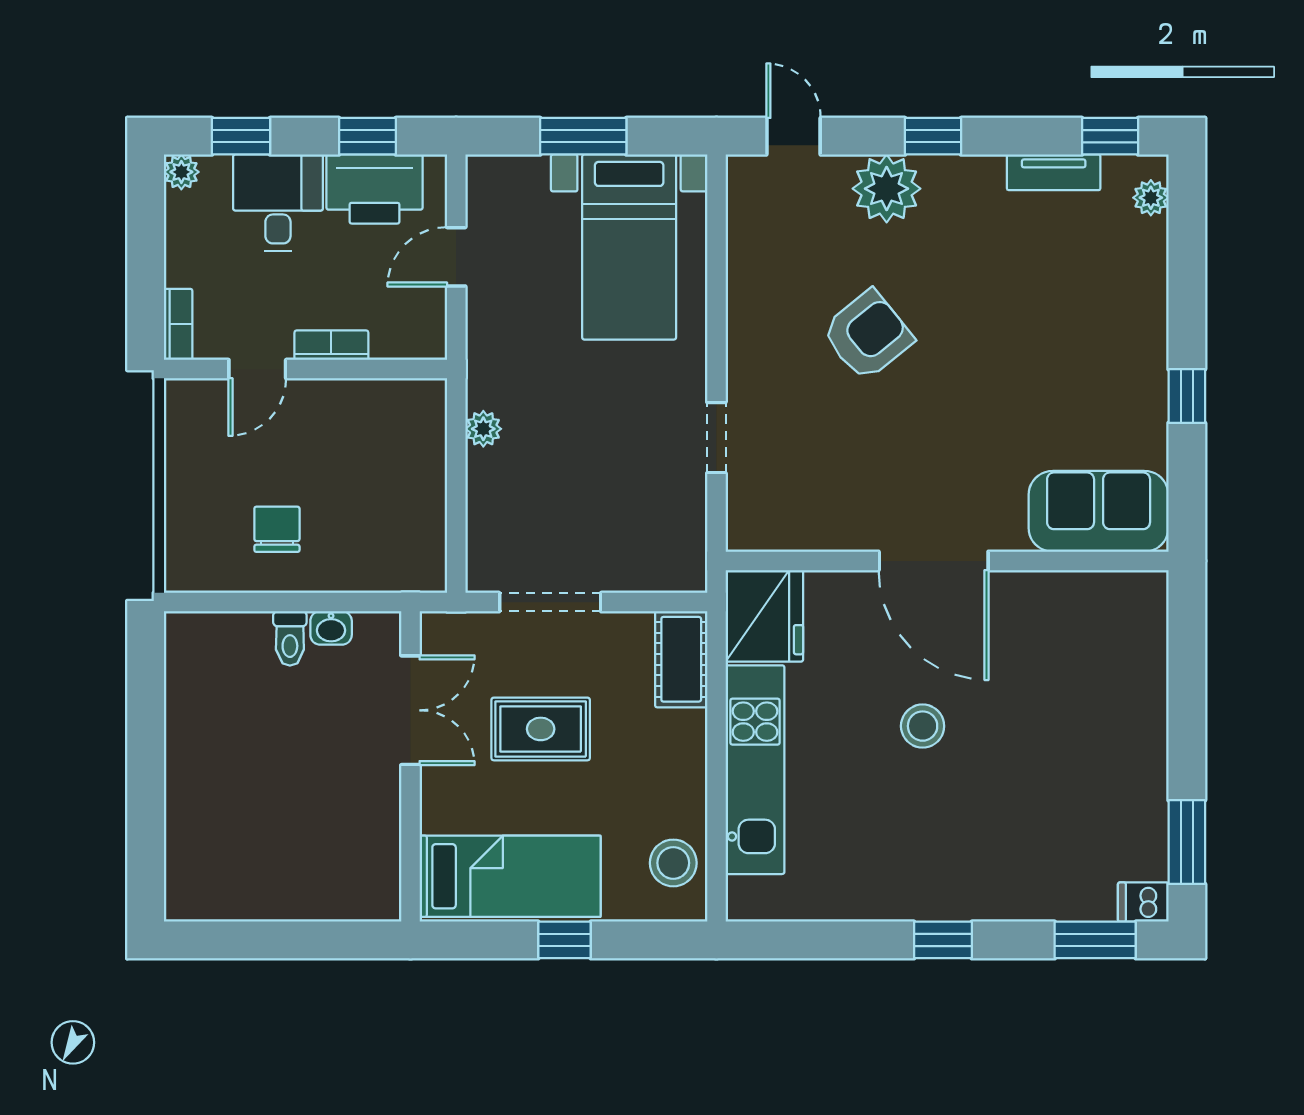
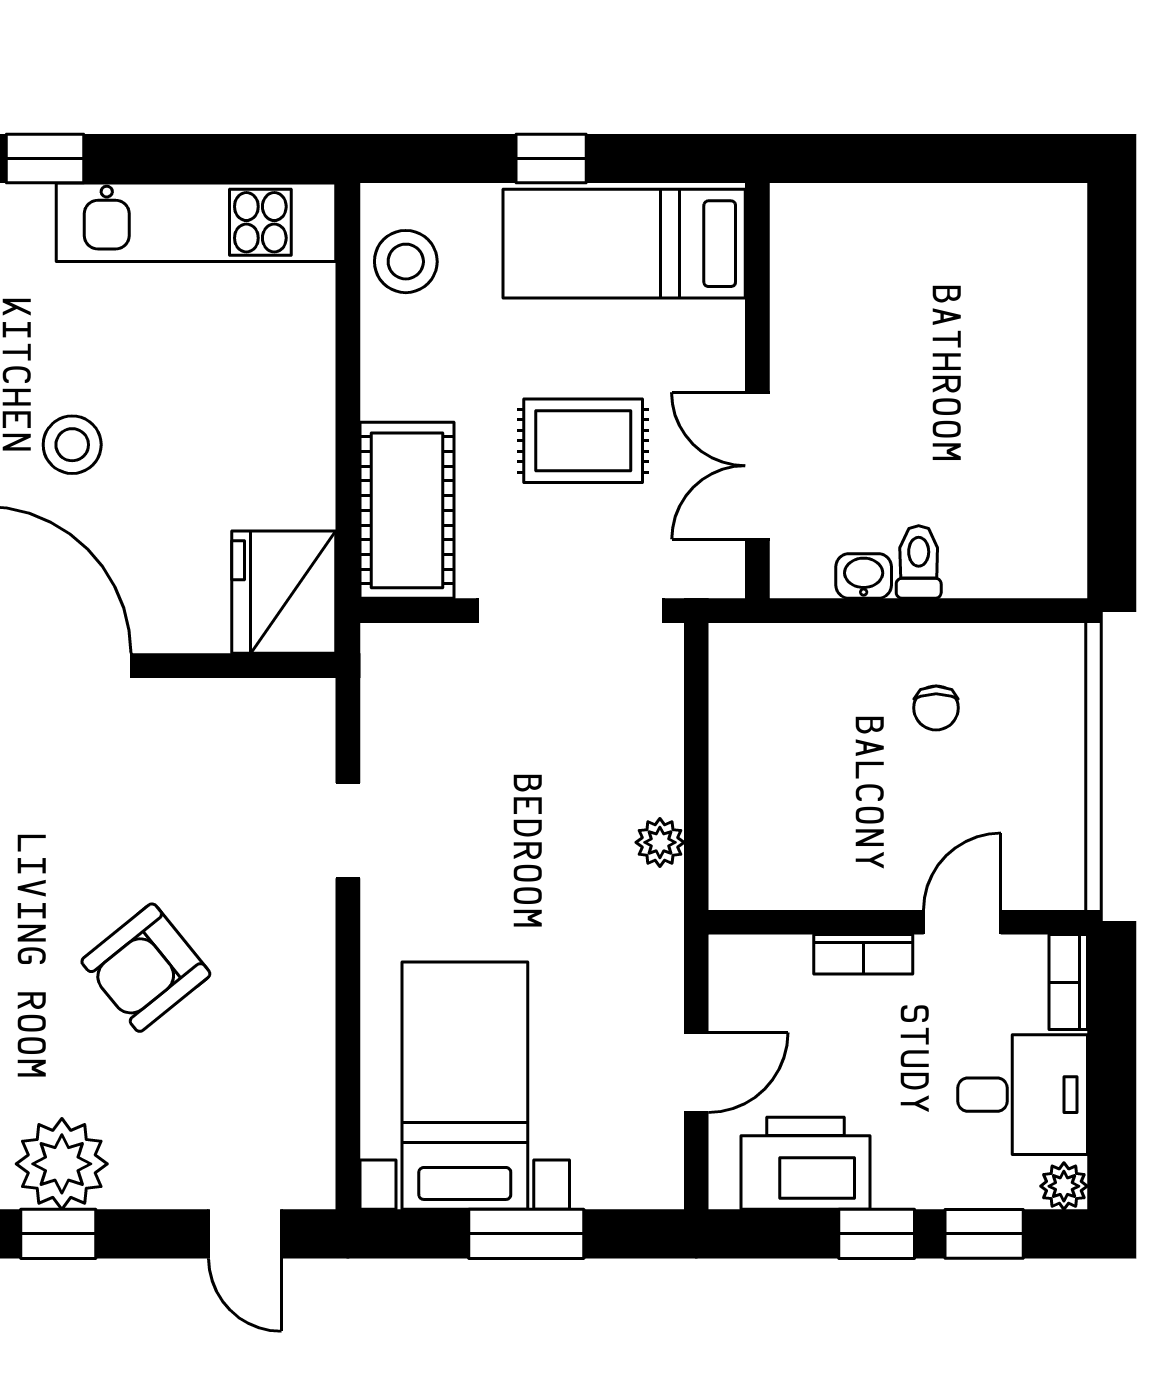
window: (367, 136) -> (877, 1234), moved
plant: (887, 189) -> (62, 1164), moved
desk: (278, 203) -> (1023, 1095), moved, turned -90
chair: (277, 529) -> (936, 708), width x0.73, depth x0.73
doorway: (550, 602) -> (570, 611), width x1.36
cot: (681, 659) -> (407, 510), width x1.37, depth x1.34
kitchen unit: (755, 770) -> (196, 222), moved, turned -90

